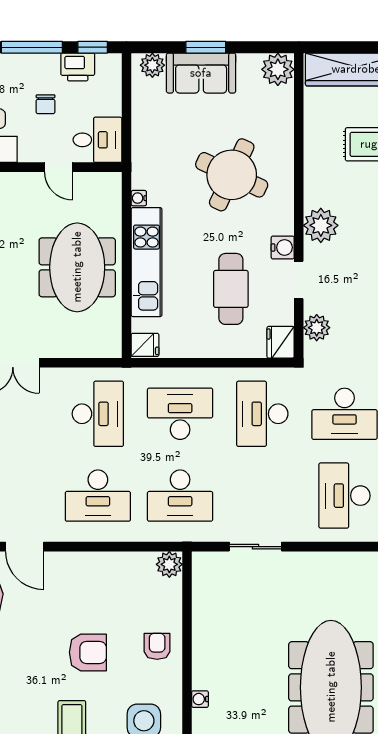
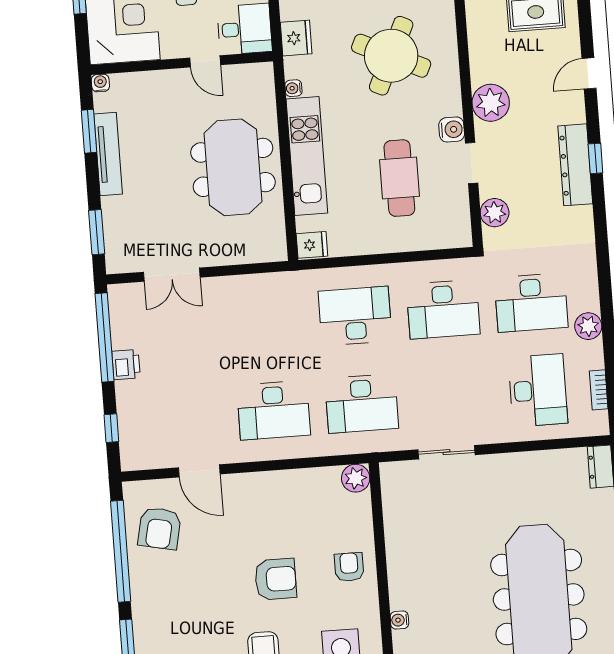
fridge: (281, 342) -> (296, 38), moved, turned 180
desk: (98, 414) -> (267, 323), removed
desk: (262, 414) -> (443, 309), turned -90
desk: (344, 496) -> (538, 390), turned 180

